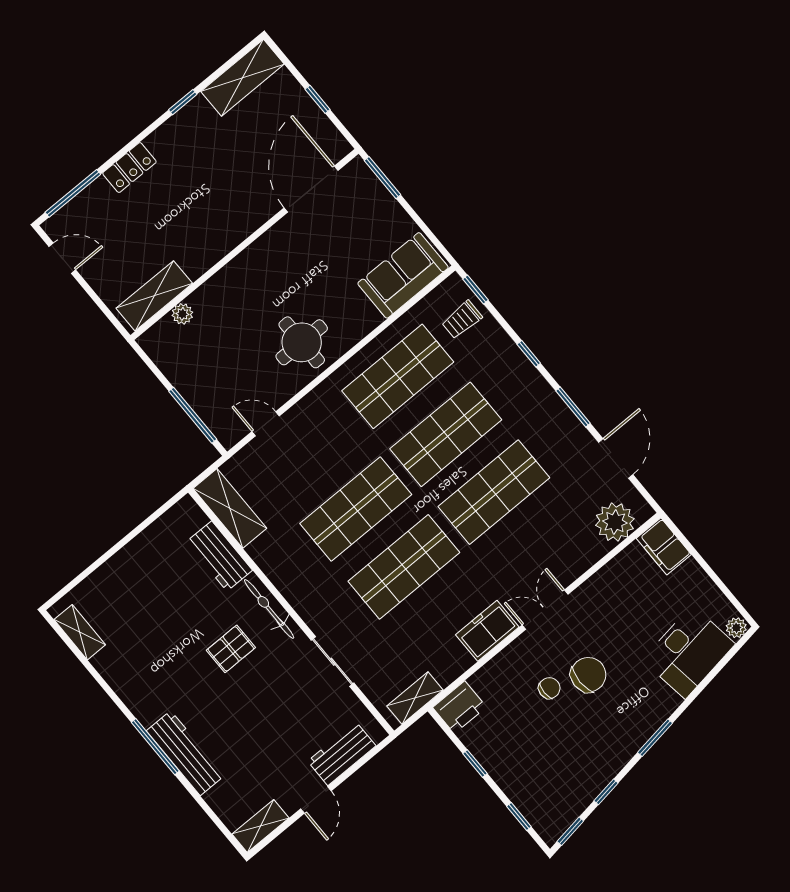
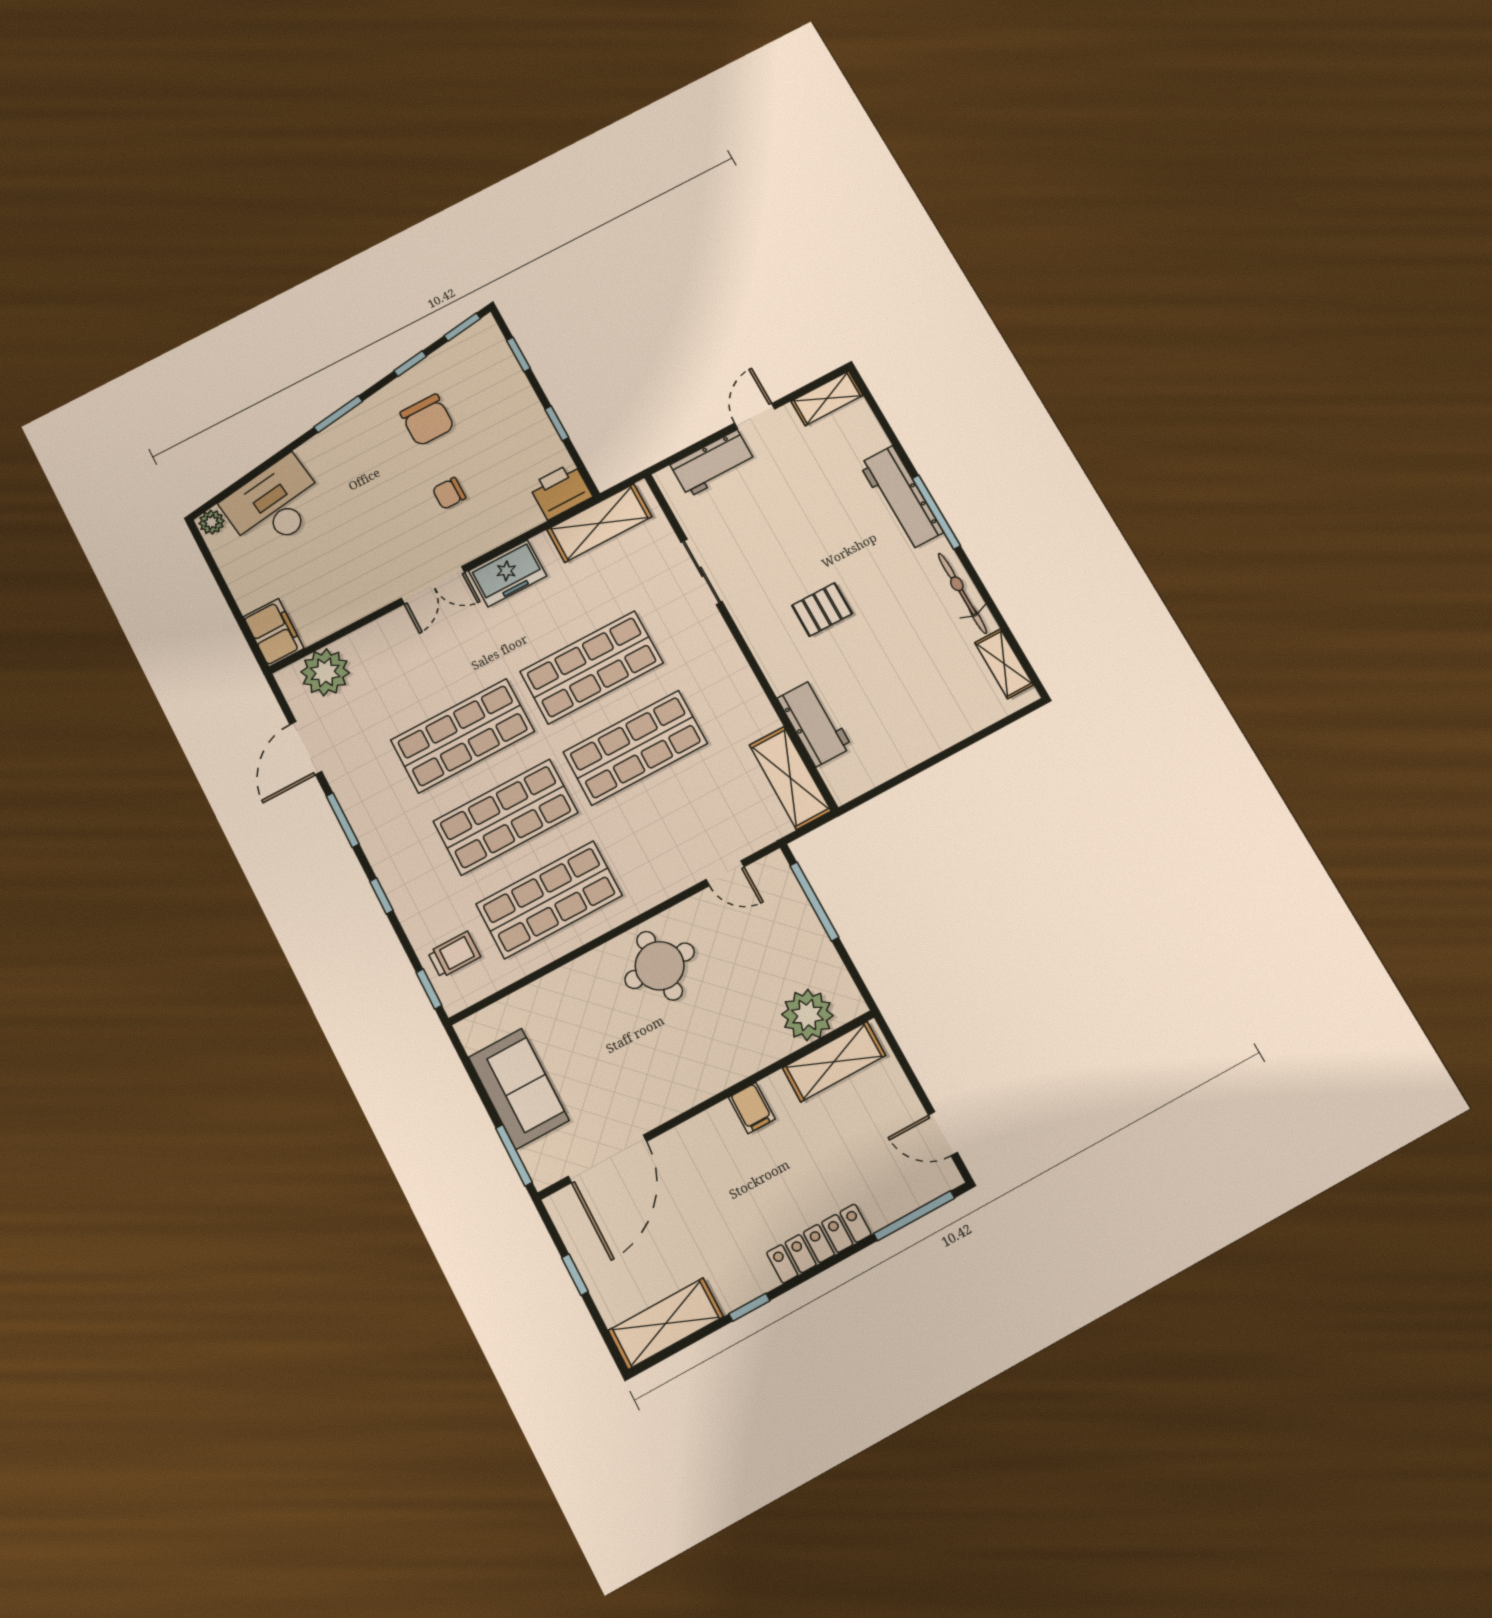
locker: (129, 168) -> (819, 1244), width x1.53
filing cabinet: (210, 249) -> (752, 1108), added
sofa: (403, 275) -> (519, 1089), moved, turned -90
plant: (182, 314) -> (807, 1015), width x1.88, depth x1.88
bicycle: (269, 609) -> (962, 593), moved, turned 180
chair: (588, 675) -> (427, 420), moved, turned -90
shelving: (415, 698) -> (599, 523), width x1.50, depth x1.33

